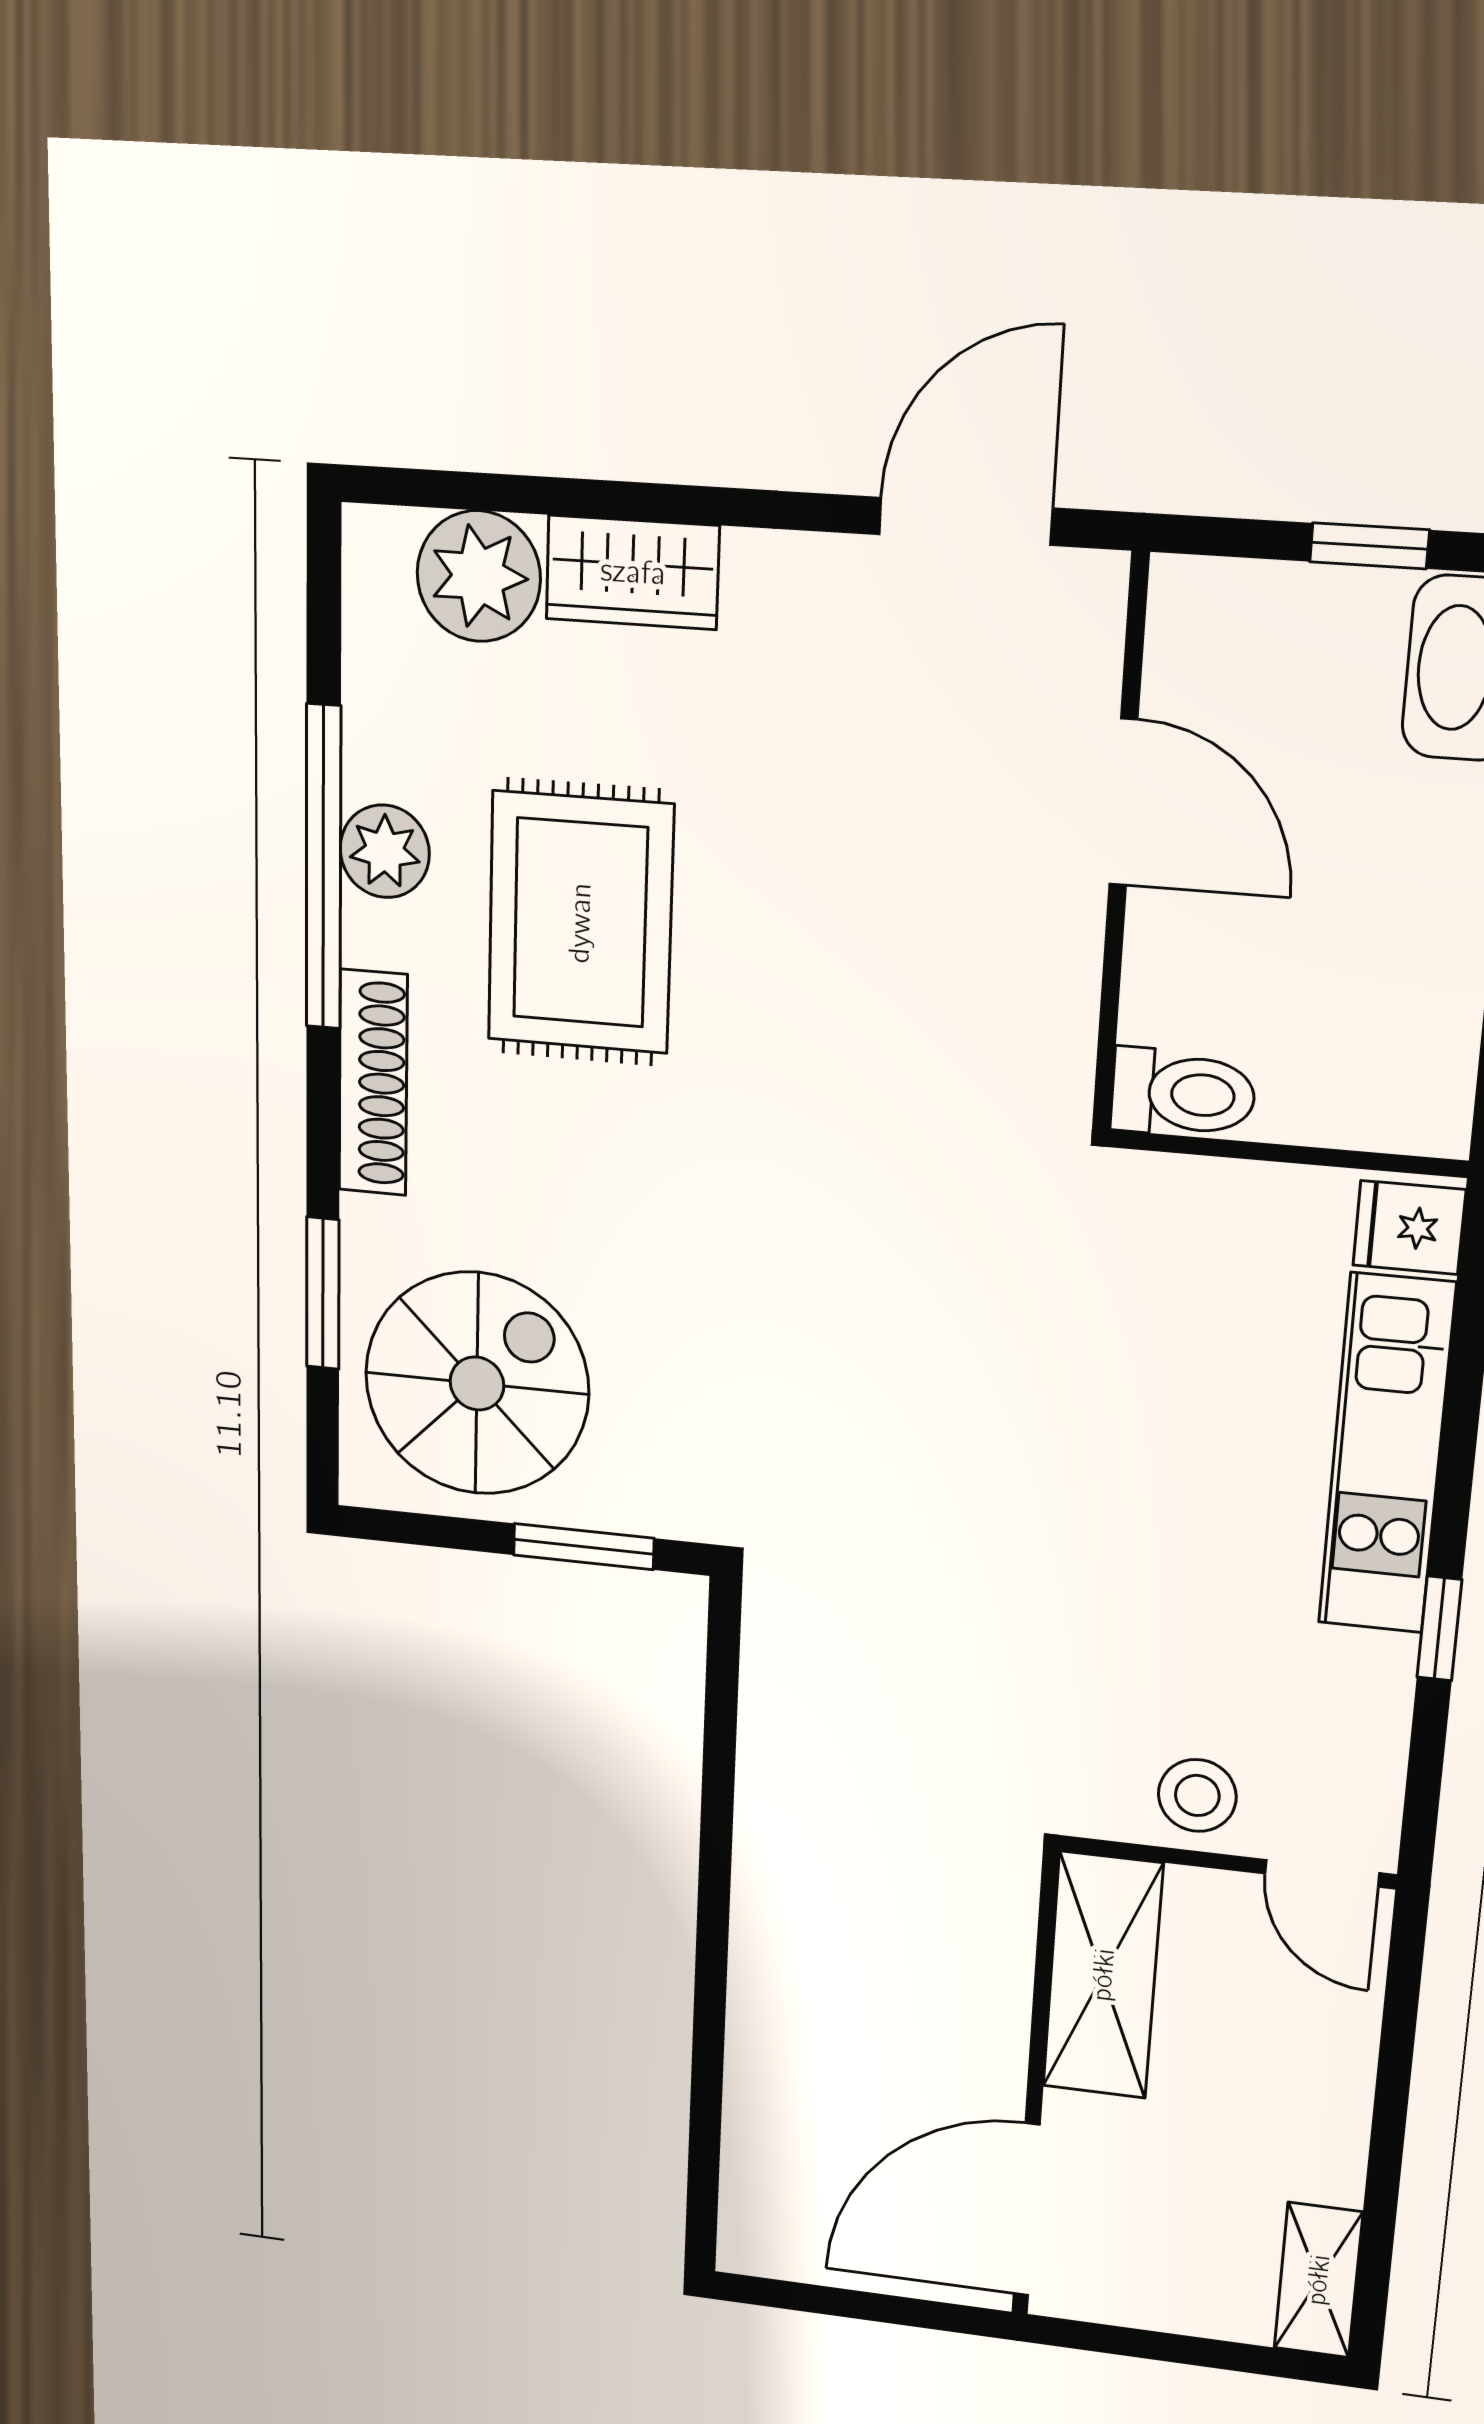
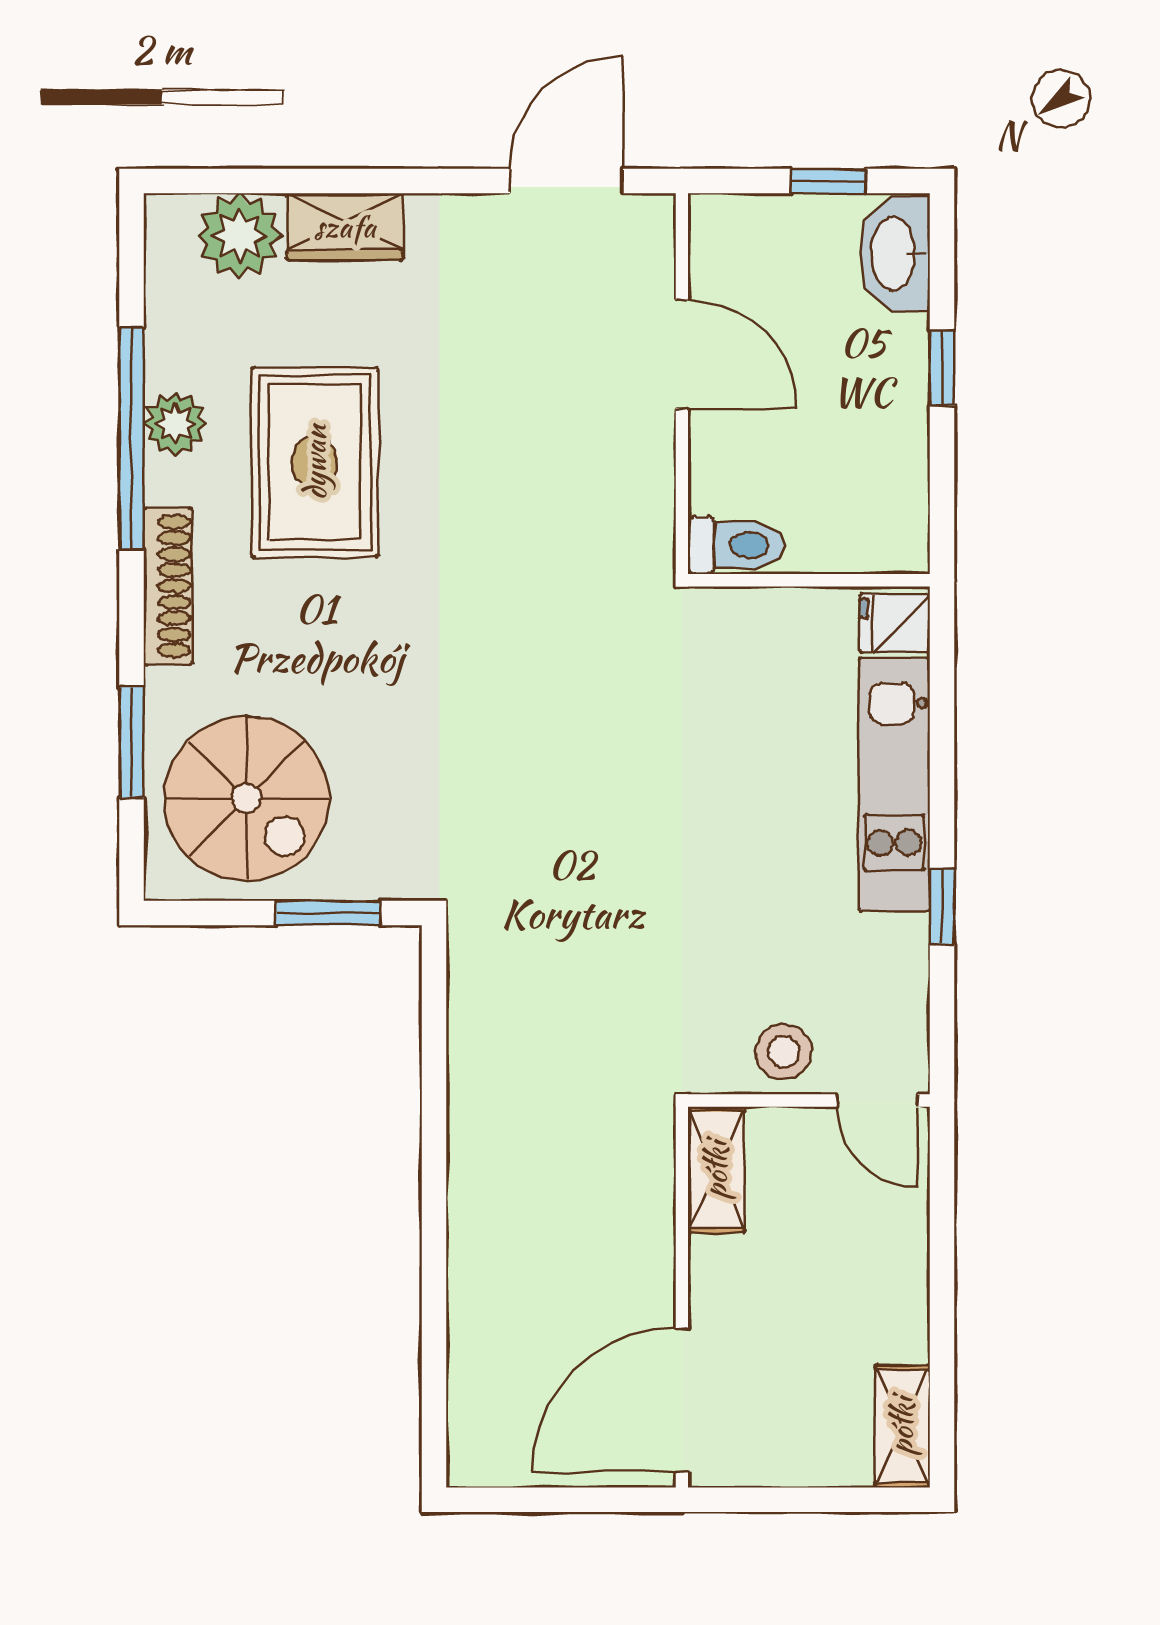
spiral stairs: (477, 1383) -> (247, 798), turned 90
shelving: (1103, 1975) -> (716, 1170), width x0.67, depth x0.75

